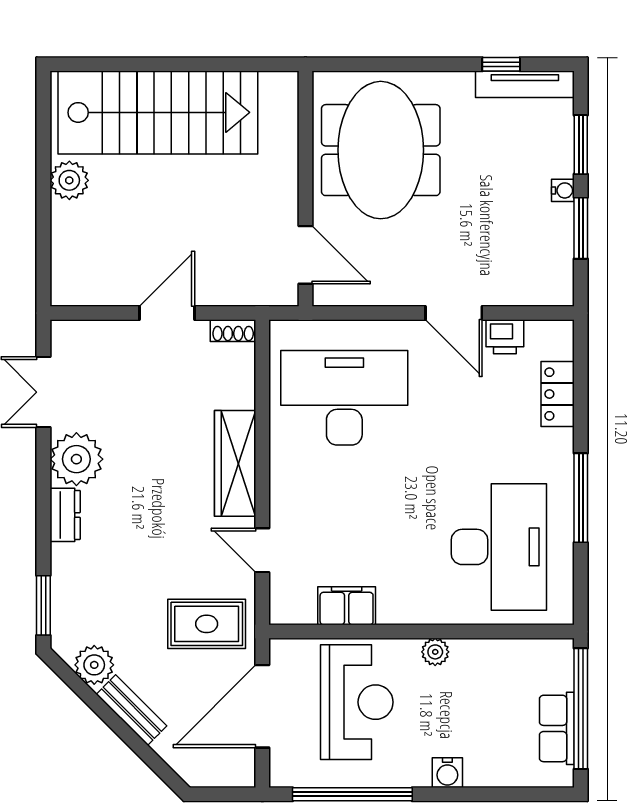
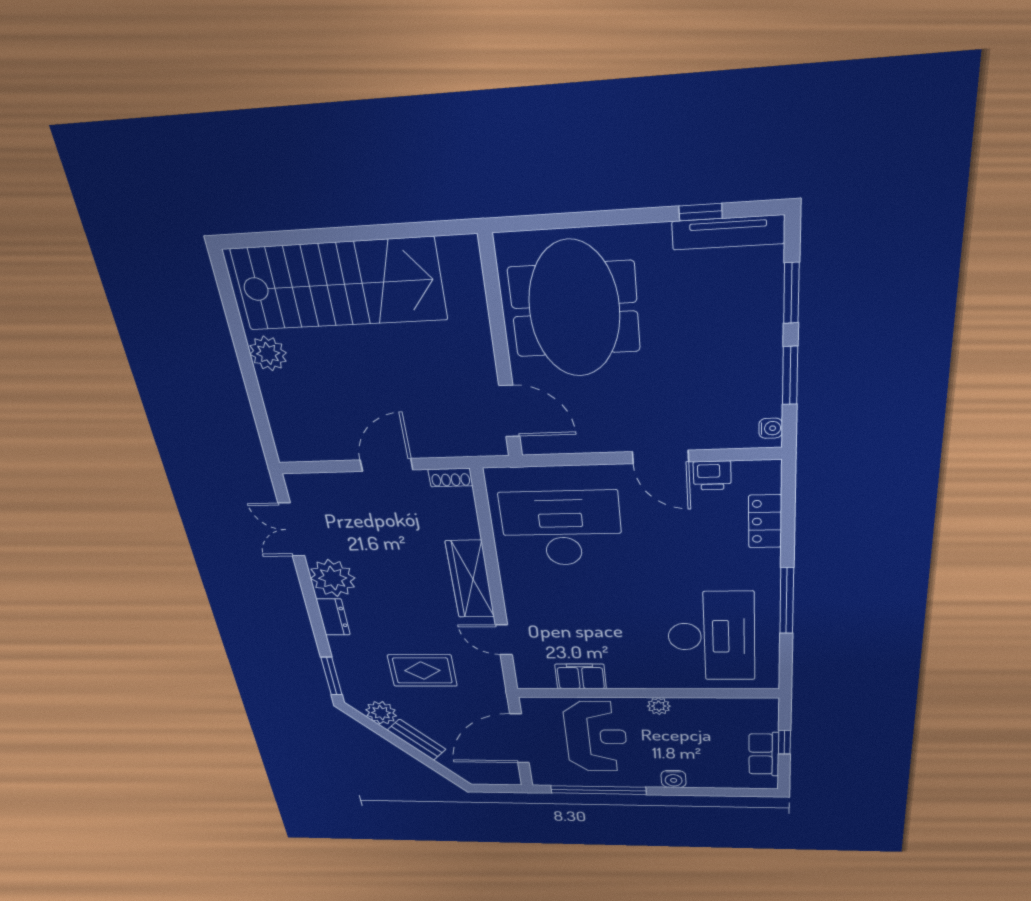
water cooler: (563, 190) -> (771, 428), moved
rug: (207, 624) -> (422, 671), moved
window: (581, 709) -> (784, 742), width x0.32

